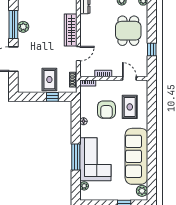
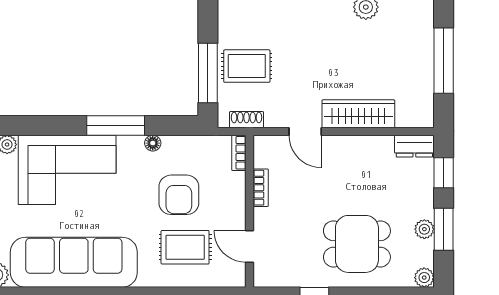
door: (129, 78) -> (250, 246), swing flipped
window: (52, 97) -> (208, 73), width x2.17
armchair: (106, 110) -> (179, 195), turned -90
window: (76, 157) -> (116, 125), moved

